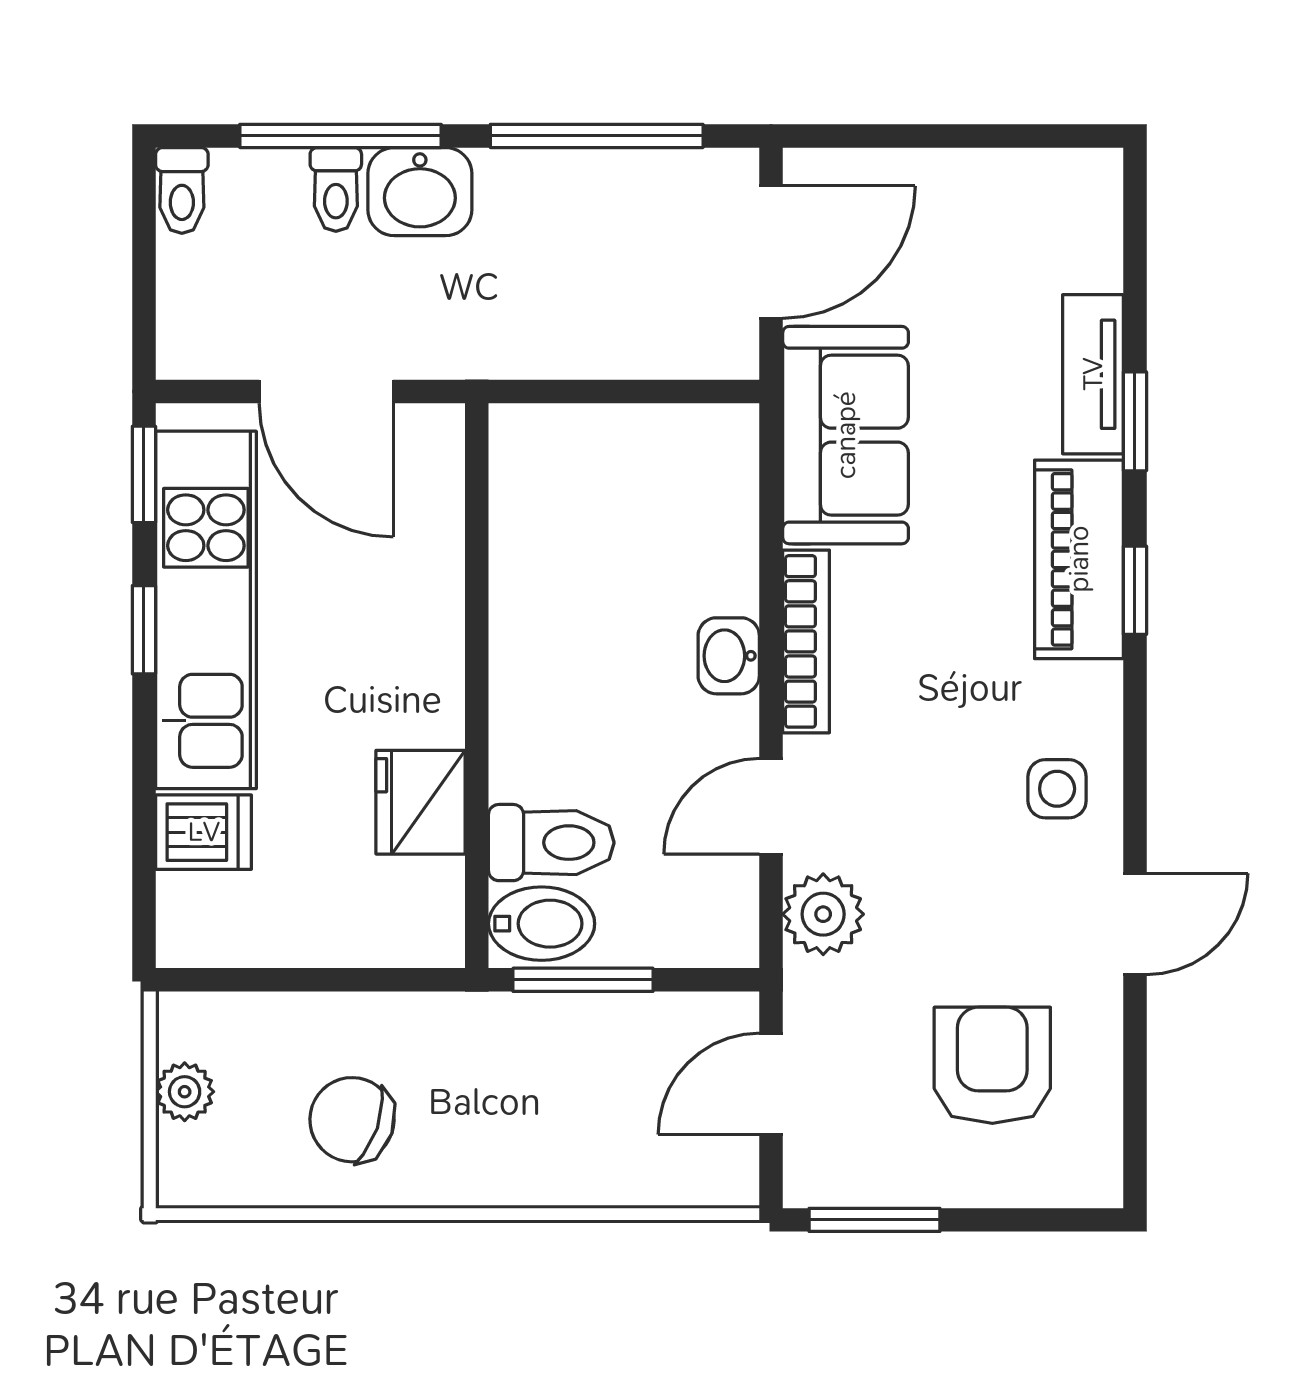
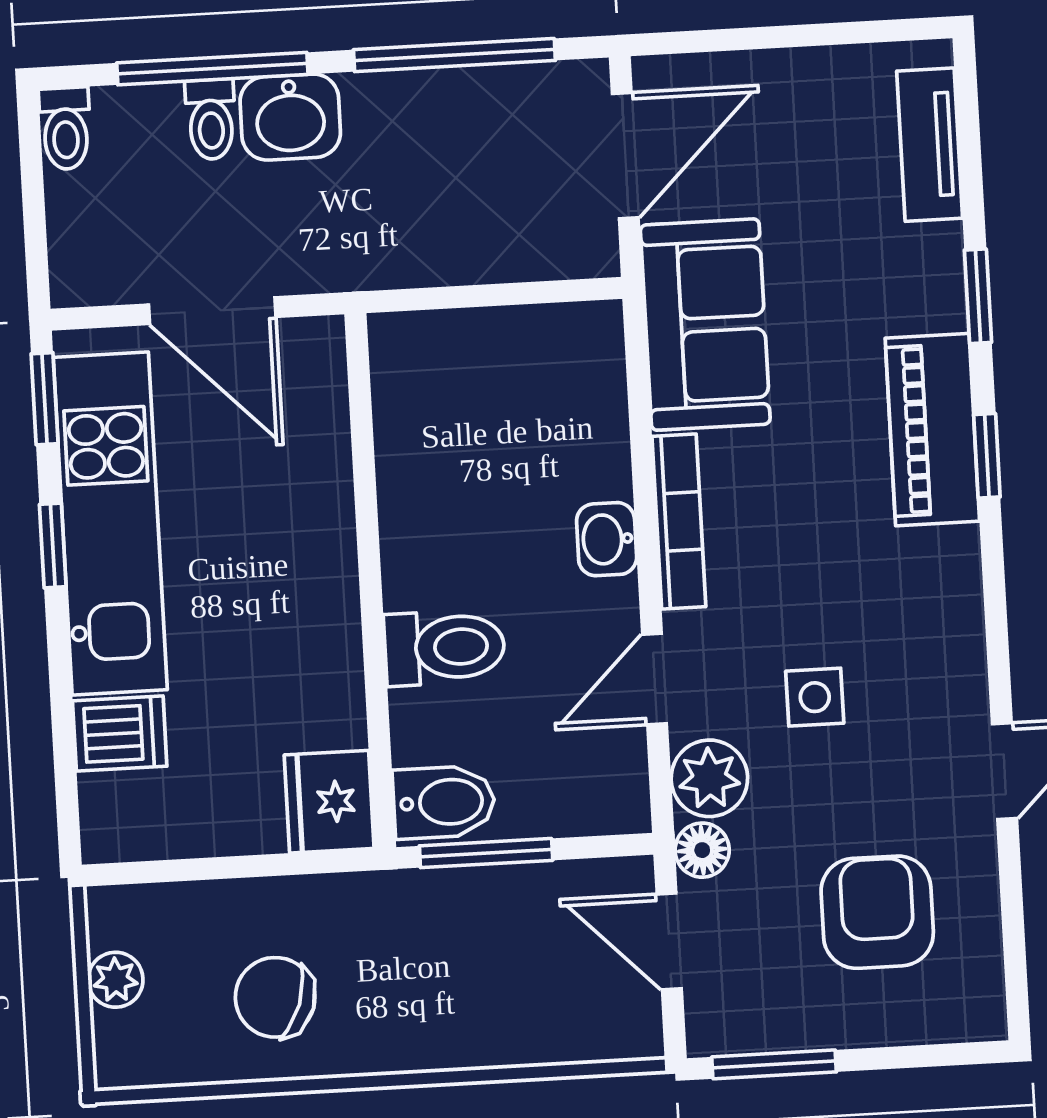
tv unit: (1093, 374) -> (930, 145), moved
side table: (1057, 789) -> (815, 697), moved
fridge: (421, 802) -> (329, 802), moved
toilet: (551, 843) -> (444, 647), moved
floor lamp: (811, 989) -> (702, 850), added
door: (771, 1084) -> (669, 941), hinge flipped

